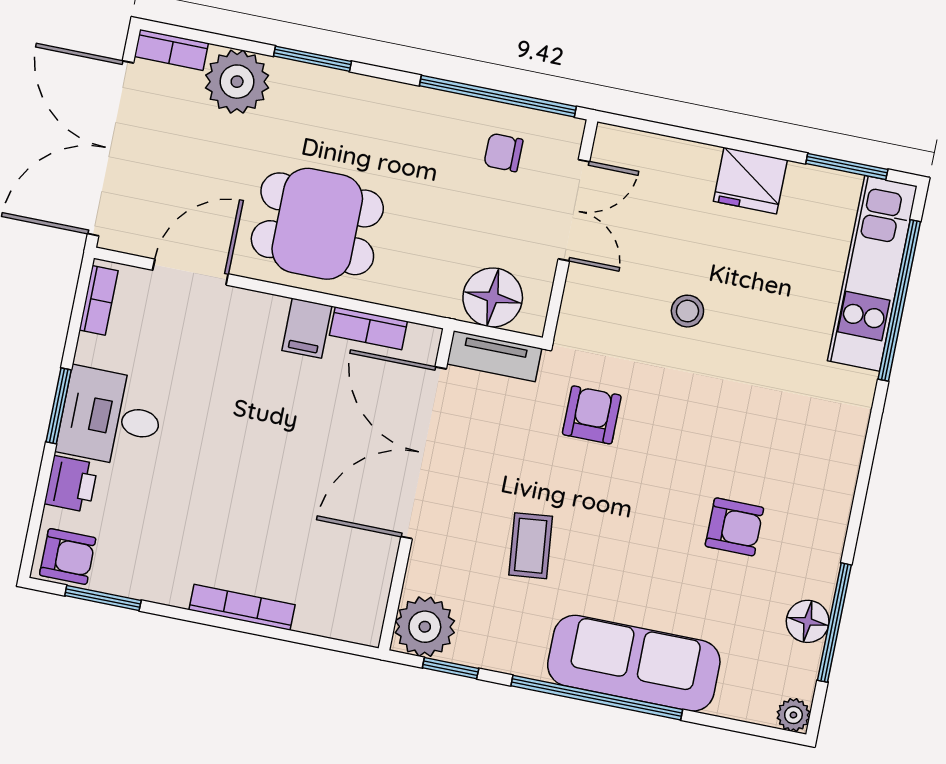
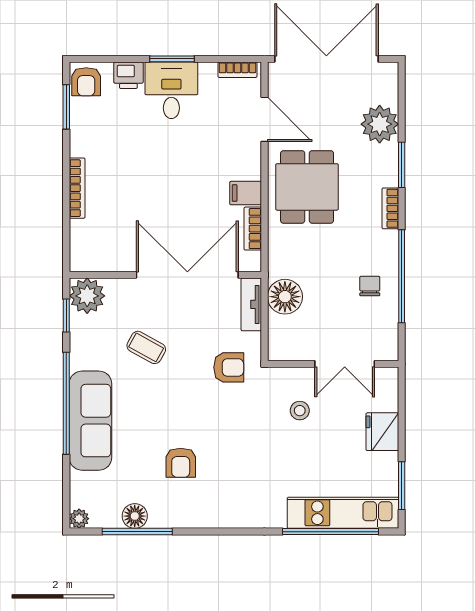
bookcase: (171, 50) -> (390, 208), moved
double door: (574, 210) -> (345, 364), moved
wall: (570, 230) -> (333, 364), moved
coffee table: (531, 546) -> (146, 347), turned 35

